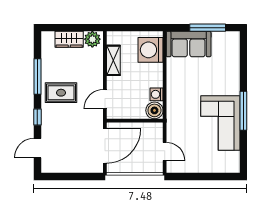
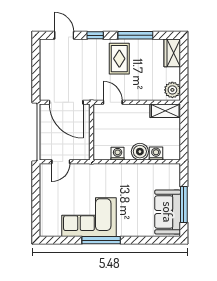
wardrobe: (69, 39) -> (172, 53), moved
sofa: (189, 44) -> (168, 212), moved
washing machine: (150, 50) -> (156, 153), width x0.53, depth x0.53
shelving: (113, 60) -> (165, 111), moved
boiler: (154, 110) -> (140, 152), moved

